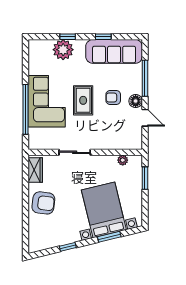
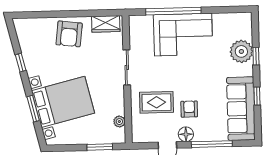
rug: (83, 100) -> (157, 102), moved

